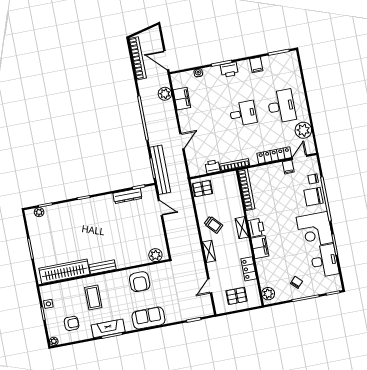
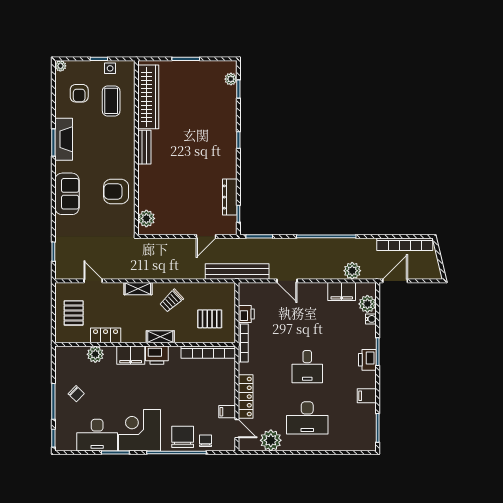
plant: (187, 78) -> (367, 304), added
bench: (160, 170) -> (237, 271), moved
pallet: (202, 189) -> (210, 319), moved, turned 90
plant: (268, 294) -> (95, 354), moved
coffee table: (93, 298) -> (111, 101), moved, turned 90

